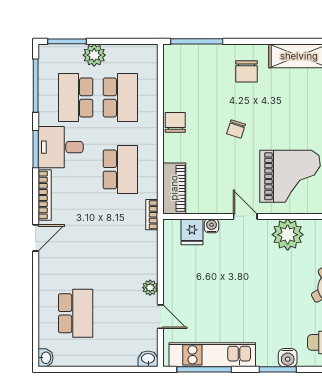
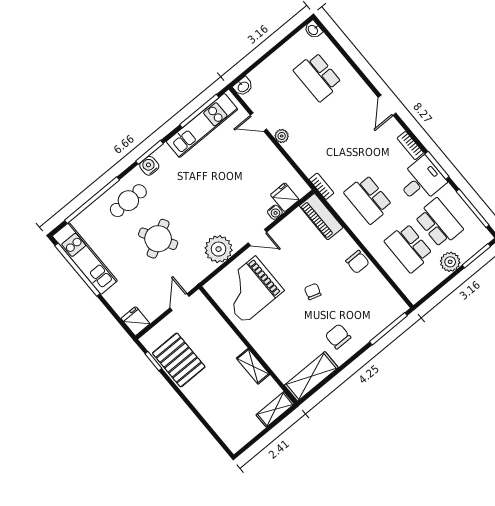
bookcase: (45, 195) -> (410, 146), width x0.64

